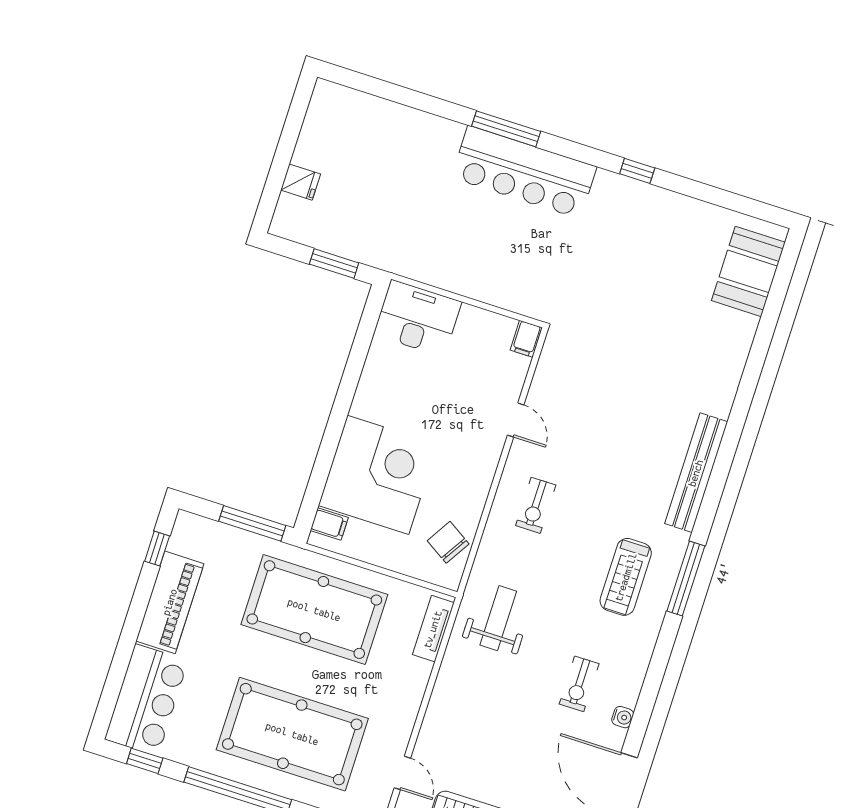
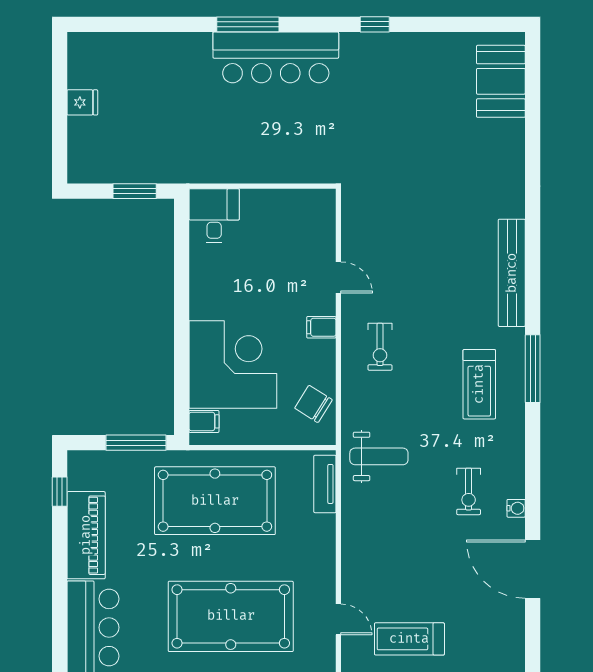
fridge: (301, 182) -> (82, 102), moved
desk: (418, 318) -> (214, 216), width x0.73
filing cabinet: (526, 339) -> (321, 327), moved, turned 90
weight bench: (498, 618) -> (379, 456), turned 90

